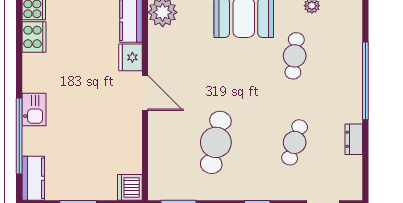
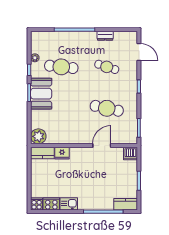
cafe table: (295, 56) -> (61, 67), width x1.37, depth x1.35
door: (145, 93) -> (102, 145), moved
kitchen sink: (34, 110) -> (69, 204), moved

